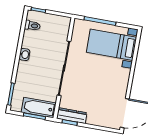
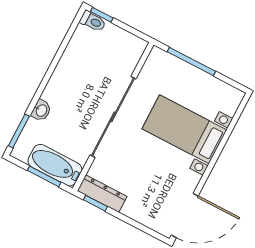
toilet: (32, 26) -> (93, 21), moved
bed with nightstands: (111, 45) -> (184, 129), moved
washbasin: (24, 54) -> (41, 110), moved

